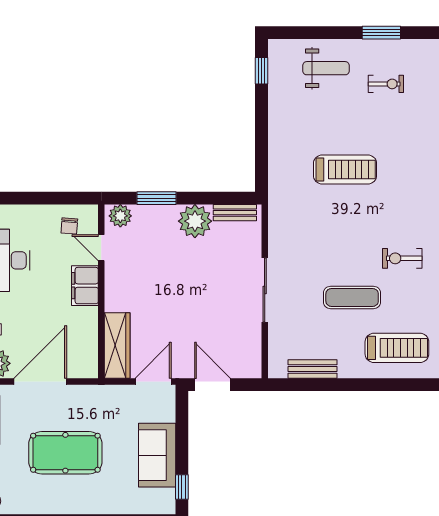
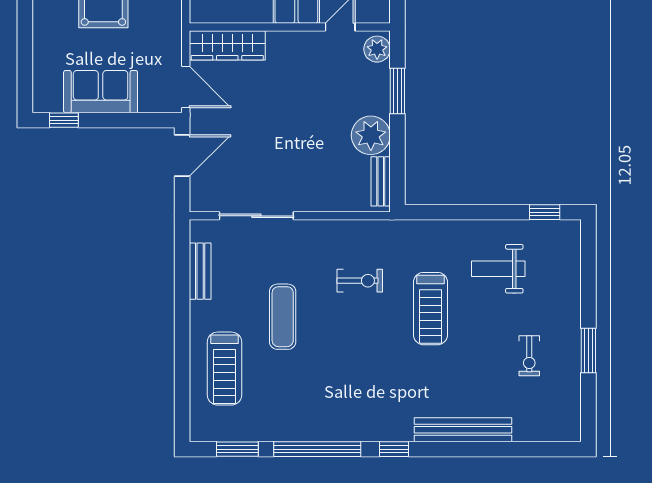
weight bench: (326, 68) -> (498, 269), moved, turned 90
exercise bike: (402, 258) -> (360, 281), moved, turned 90
sliding door: (265, 290) -> (256, 216), moved

